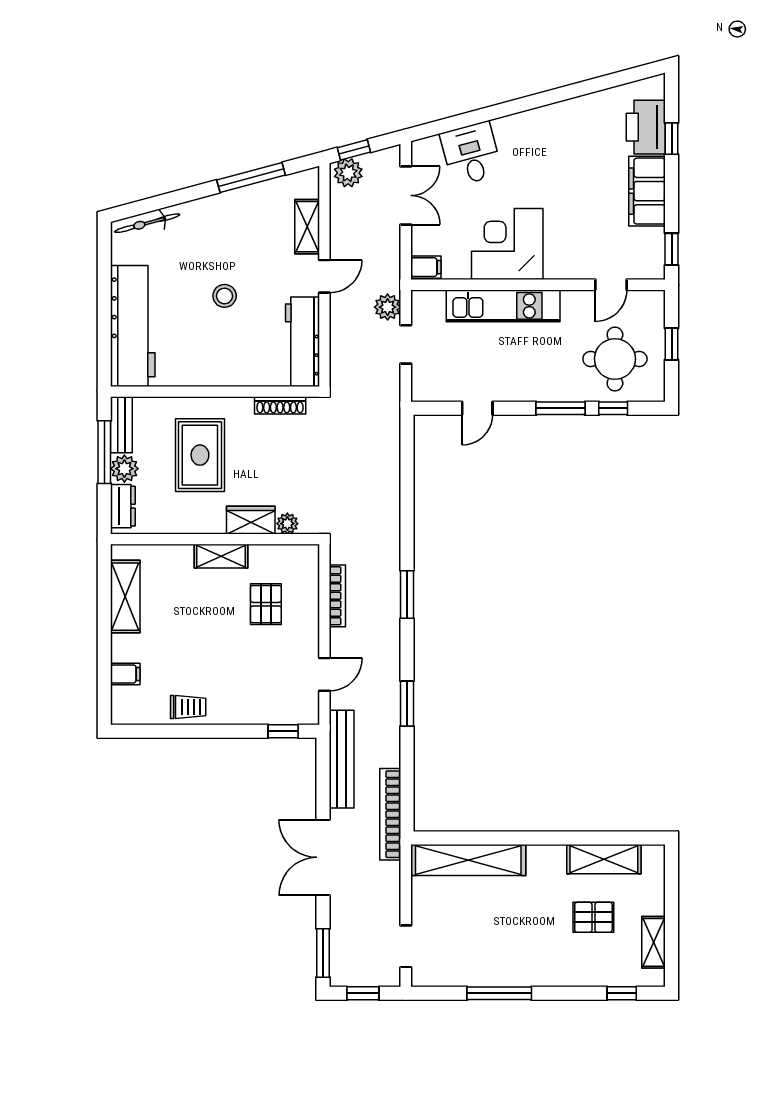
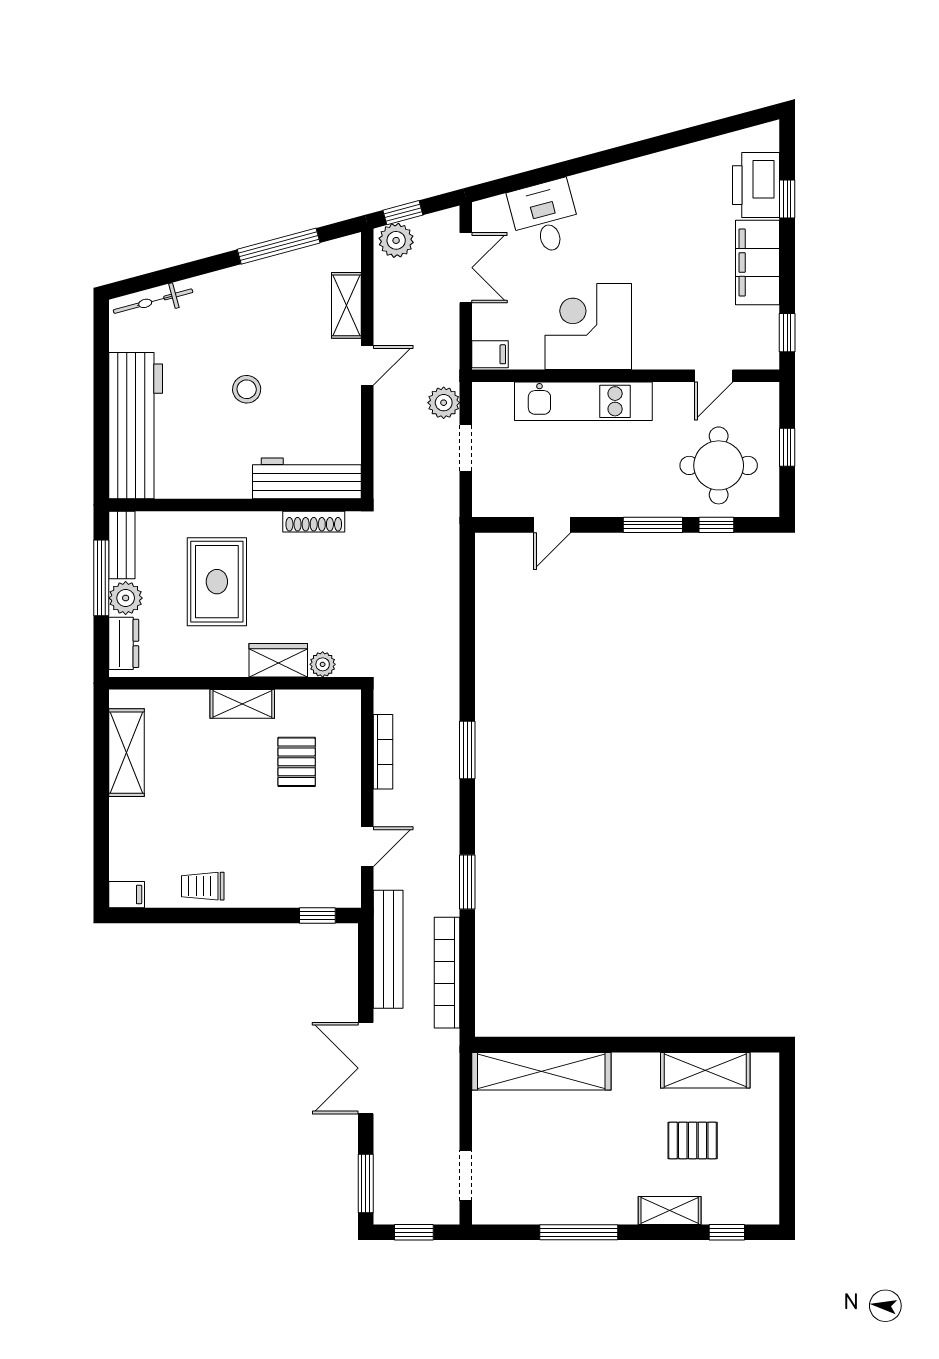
workbench: (302, 342) -> (307, 478), moved, turned 90
filing cabinet: (125, 674) -> (127, 895), moved
trolley: (188, 707) -> (203, 886), turned 180
bookcase: (390, 814) -> (447, 973), moved
shelving: (654, 942) -> (670, 1210), moved, turned 90

